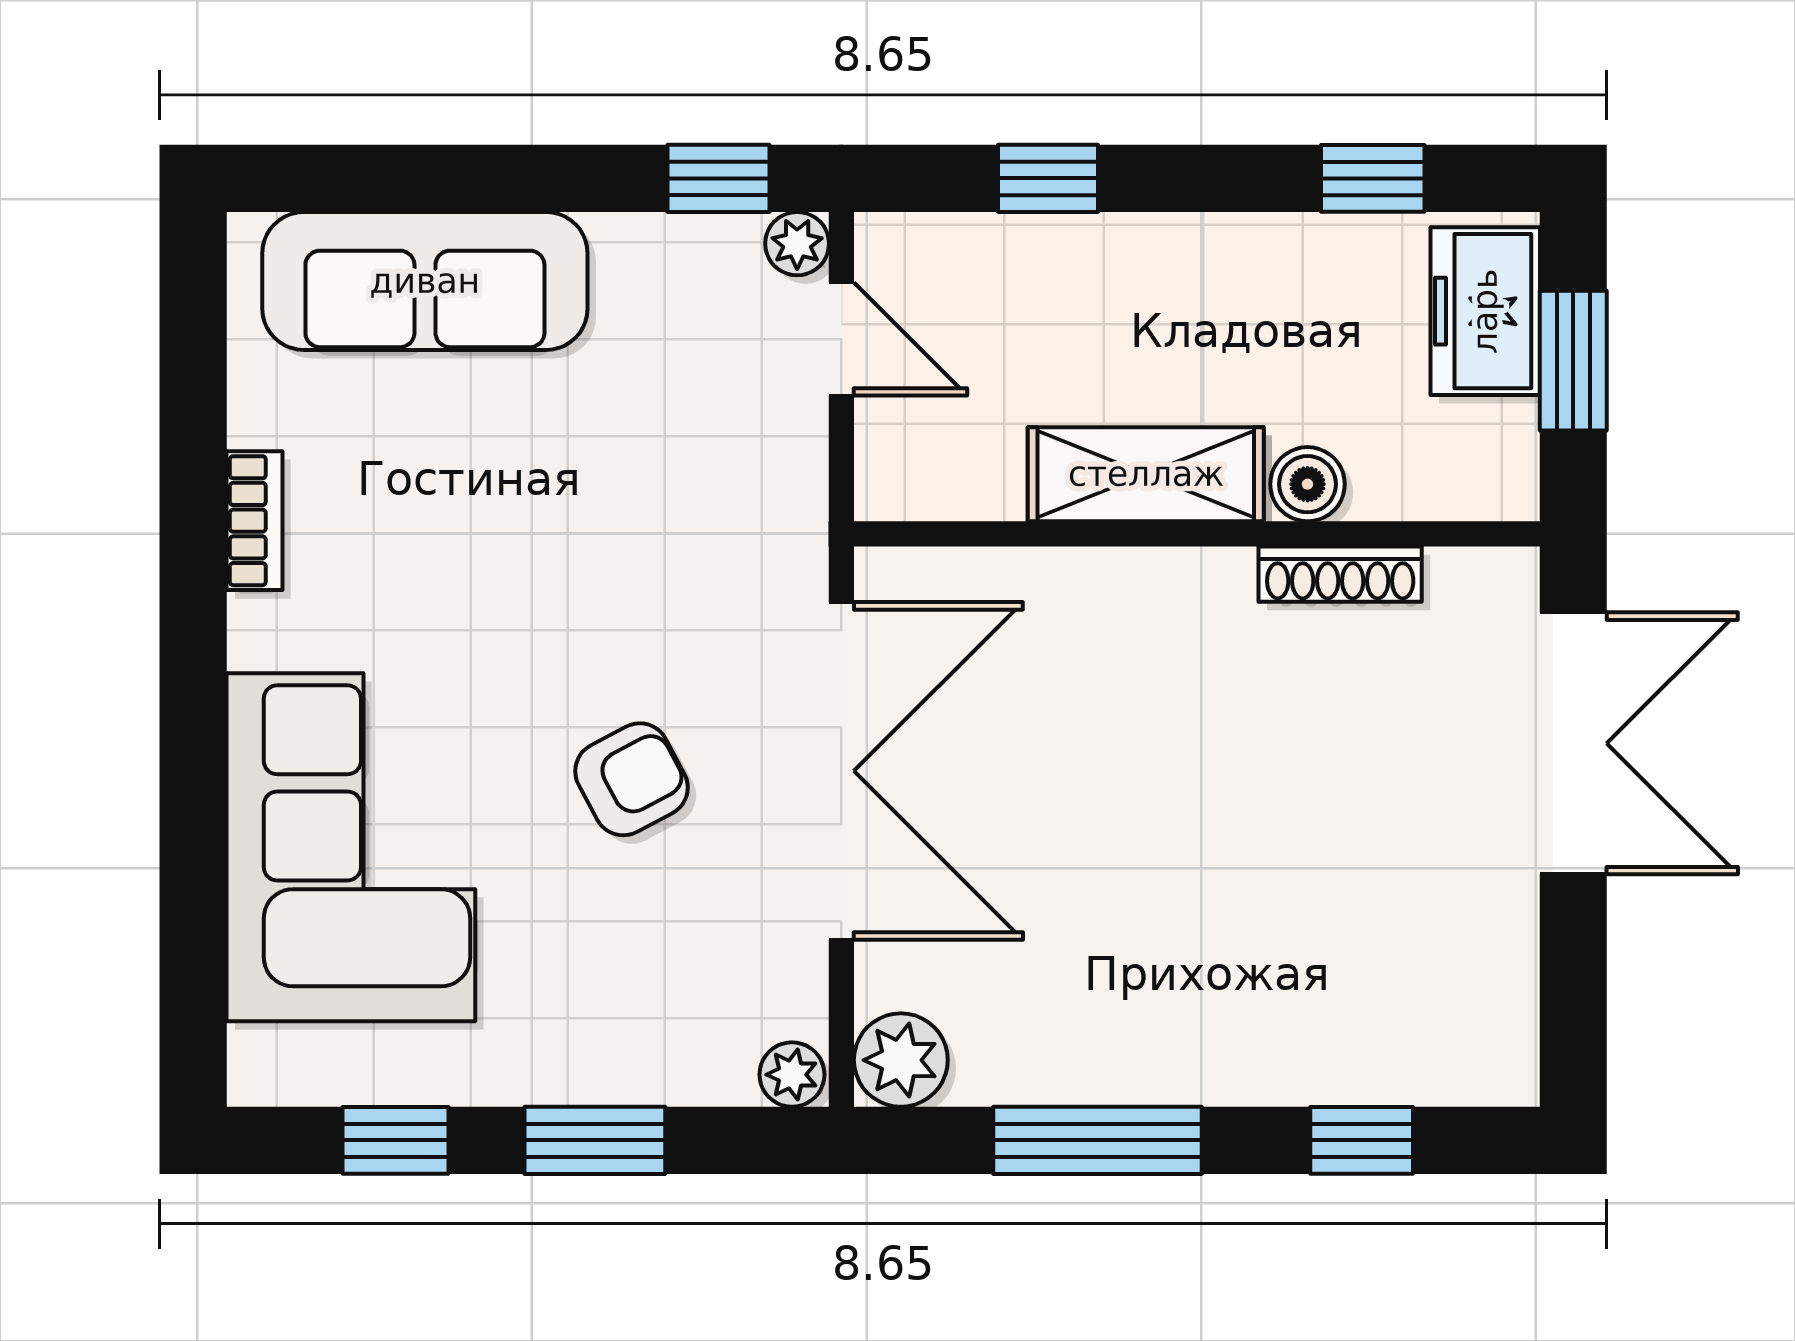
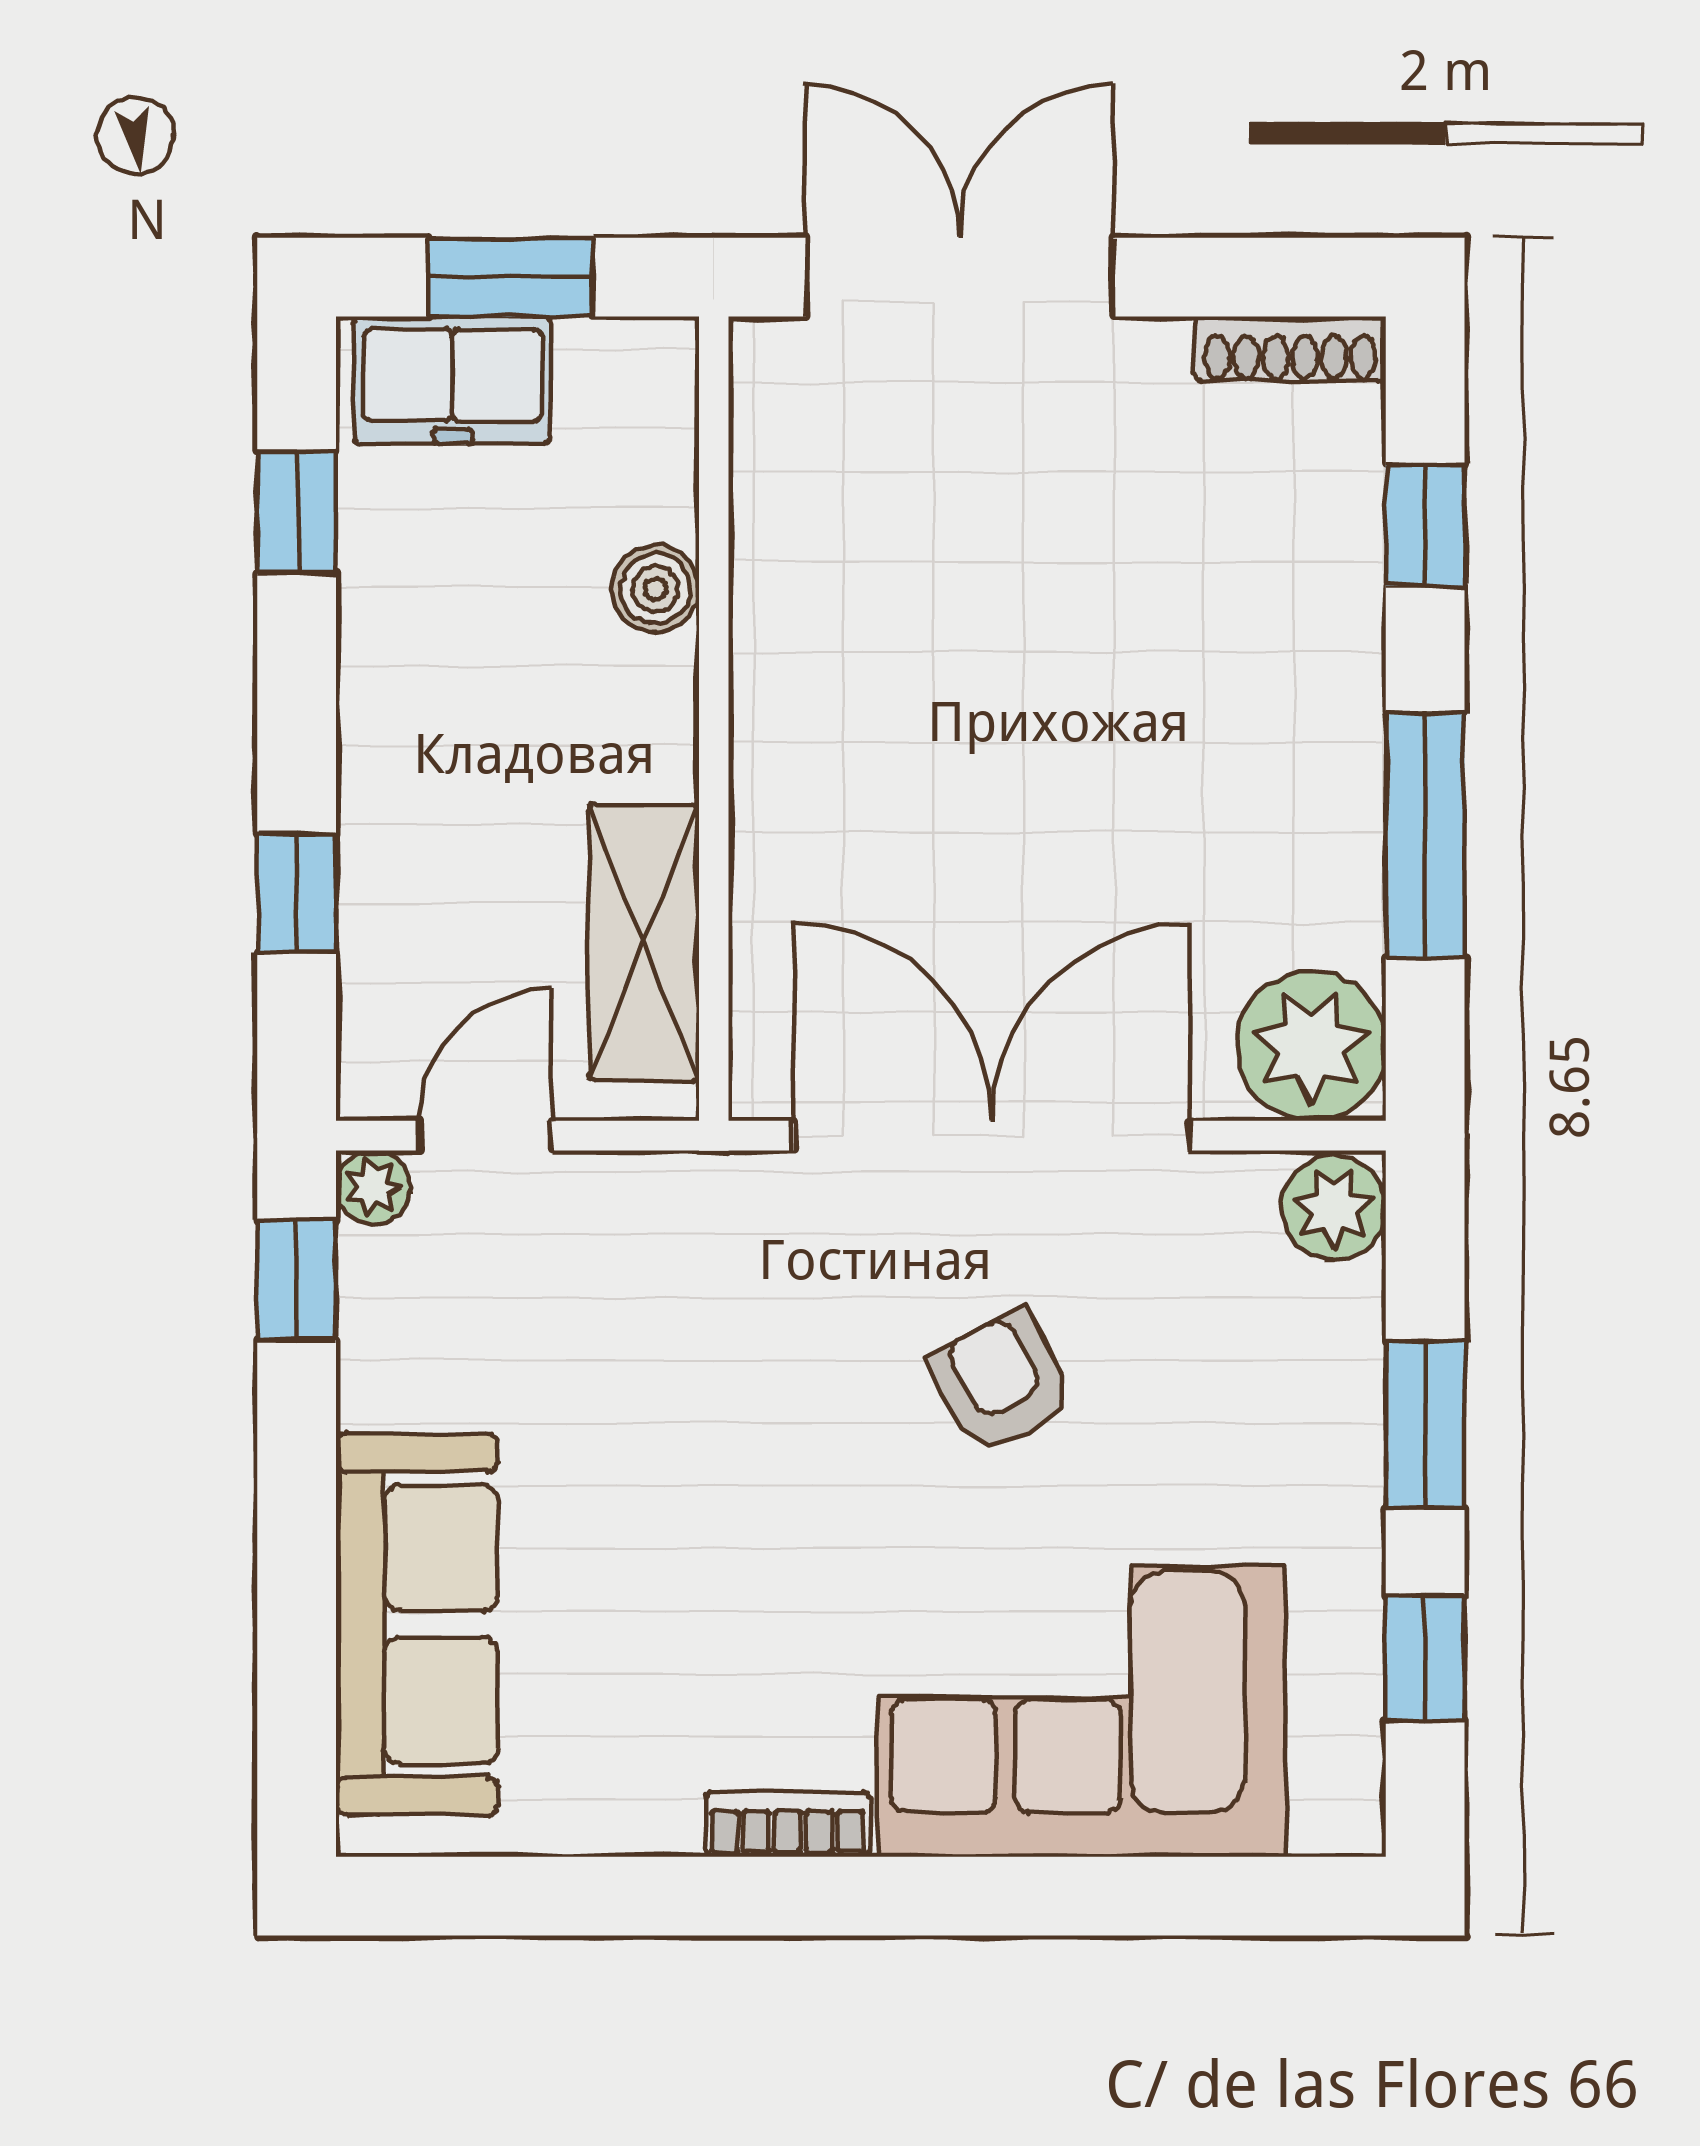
shelving: (1146, 474) -> (644, 943), moved
bookcase: (254, 521) -> (788, 1824), moved
shoe rack: (1340, 574) -> (1290, 349), moved, turned 90
plant: (901, 1060) -> (1311, 1046), width x1.36, depth x1.36
plant: (792, 1075) -> (1334, 1208), width x1.38, depth x1.38

